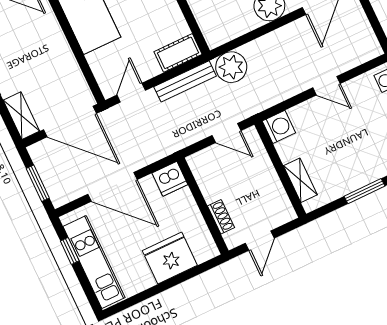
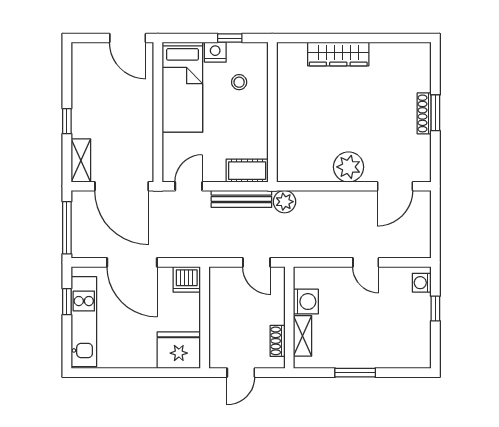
plant: (231, 67) -> (285, 202), width x0.73, depth x0.73
washing machine: (279, 127) -> (306, 302), moved
window: (38, 183) -> (67, 228), width x1.44
shoe rack: (221, 217) -> (278, 341), moved, turned 180
fridge: (170, 258) -> (179, 350), moved

